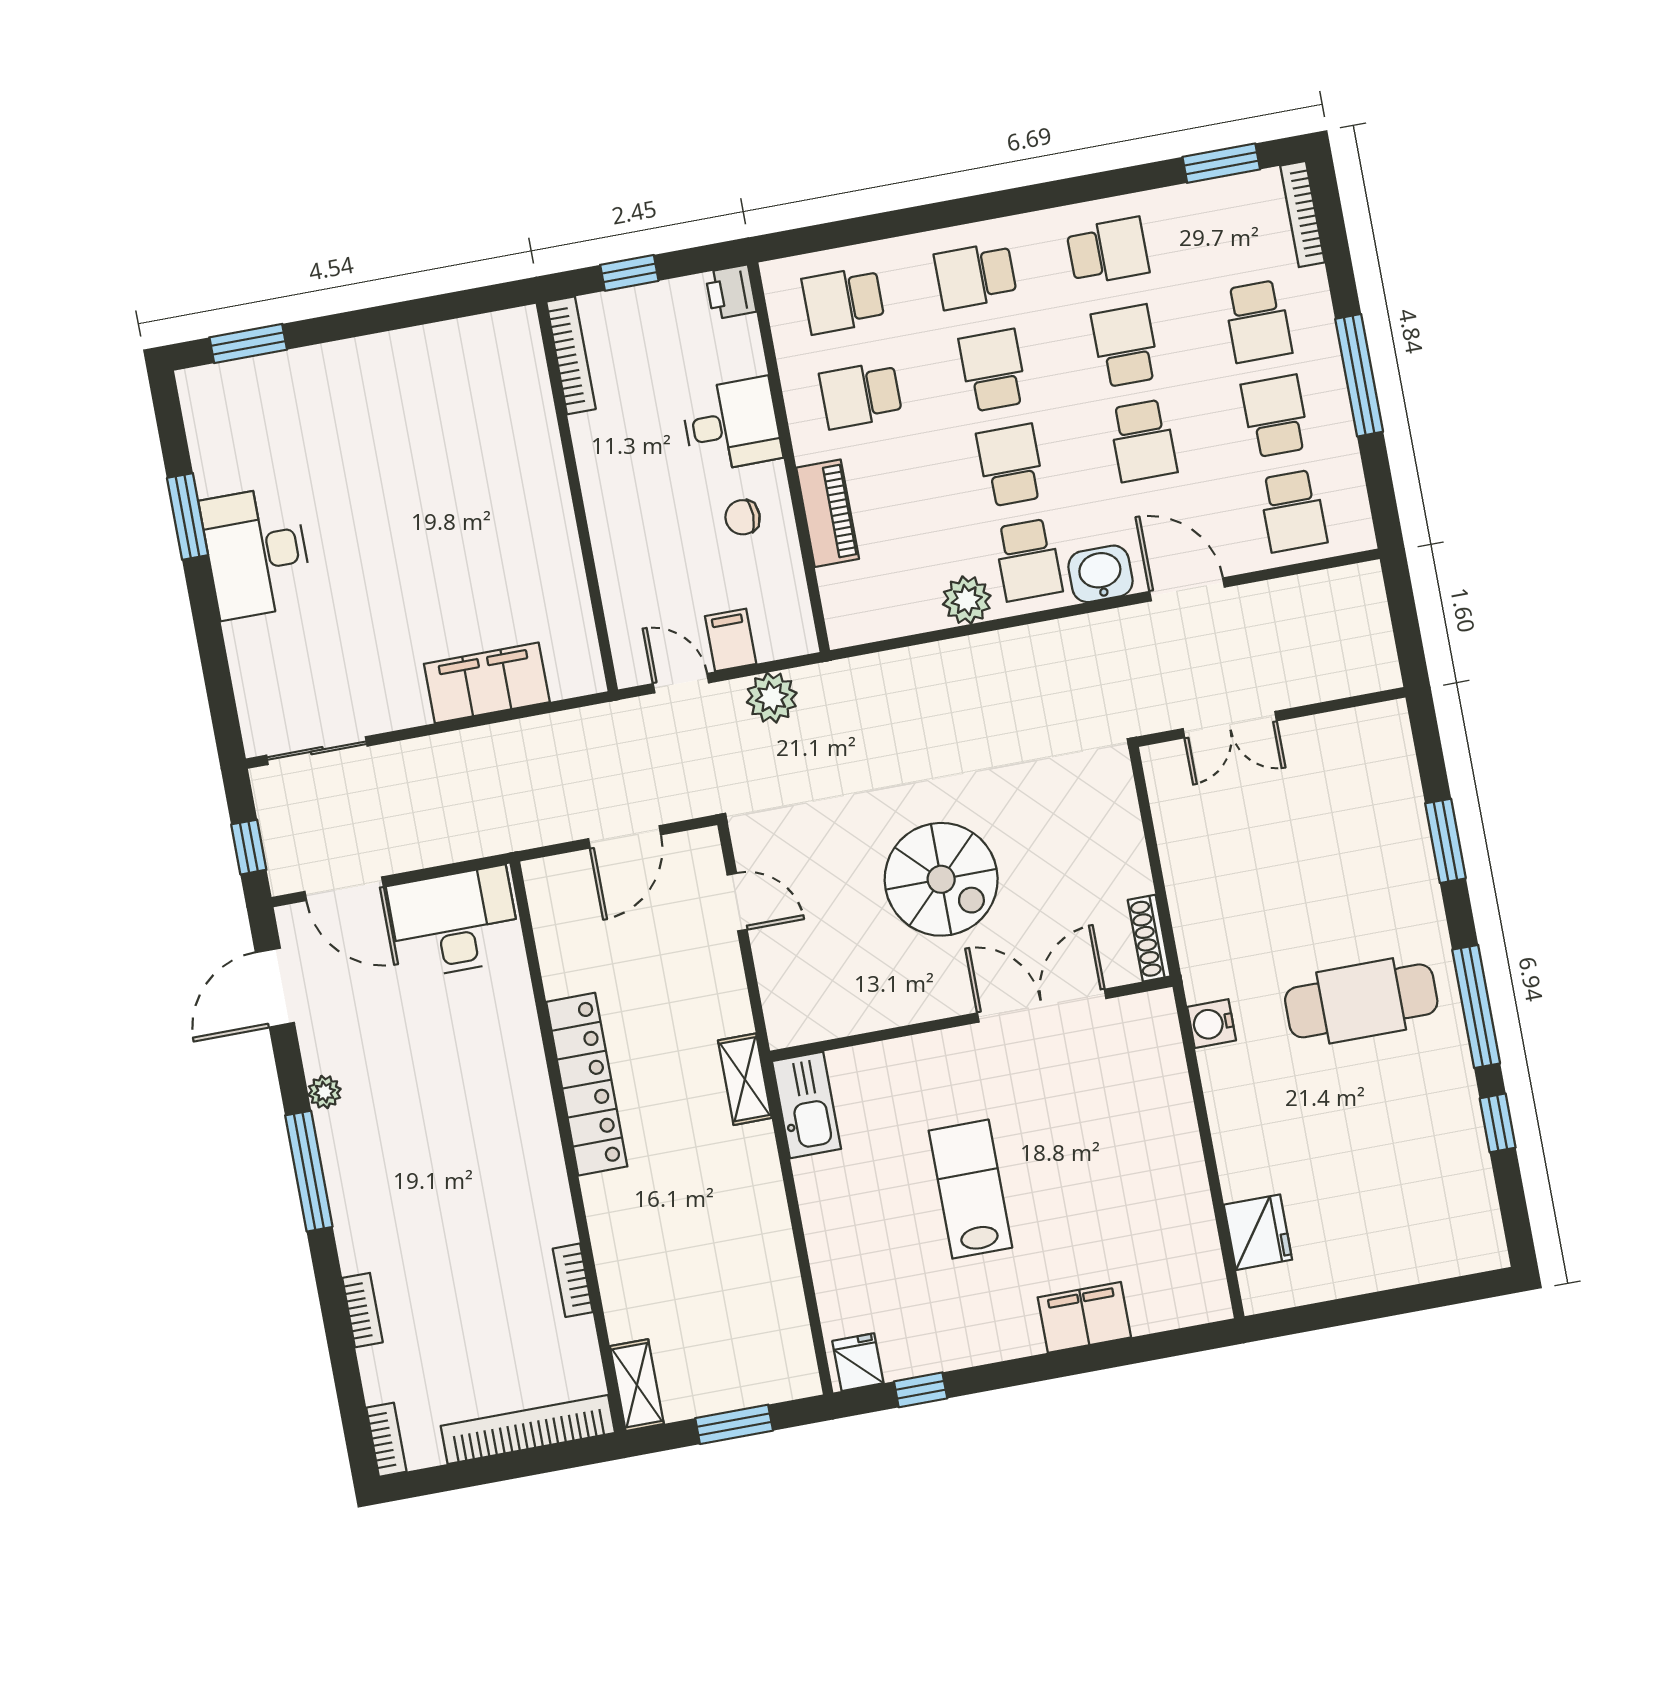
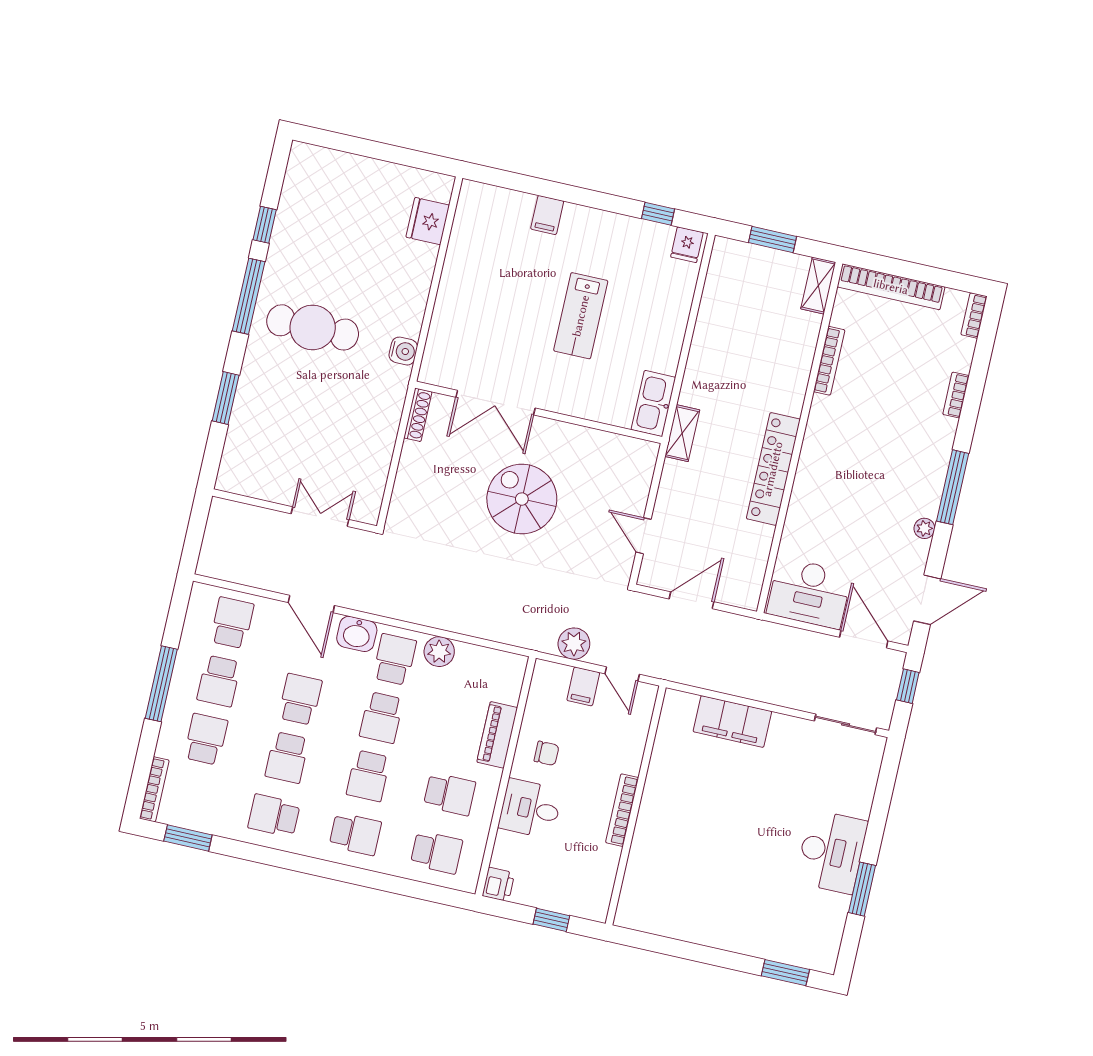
bookcase: (571, 355) -> (622, 810), moved
bookcase: (573, 1280) -> (829, 361), width x1.56
filing cabinet: (1084, 1317) -> (547, 215), width x0.50

